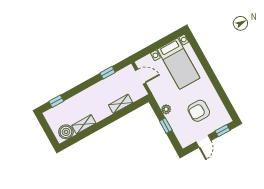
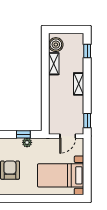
window: (108, 73) -> (87, 121), moved
shelving: (121, 104) -> (79, 84), moved
window: (166, 126) -> (23, 134), moved

